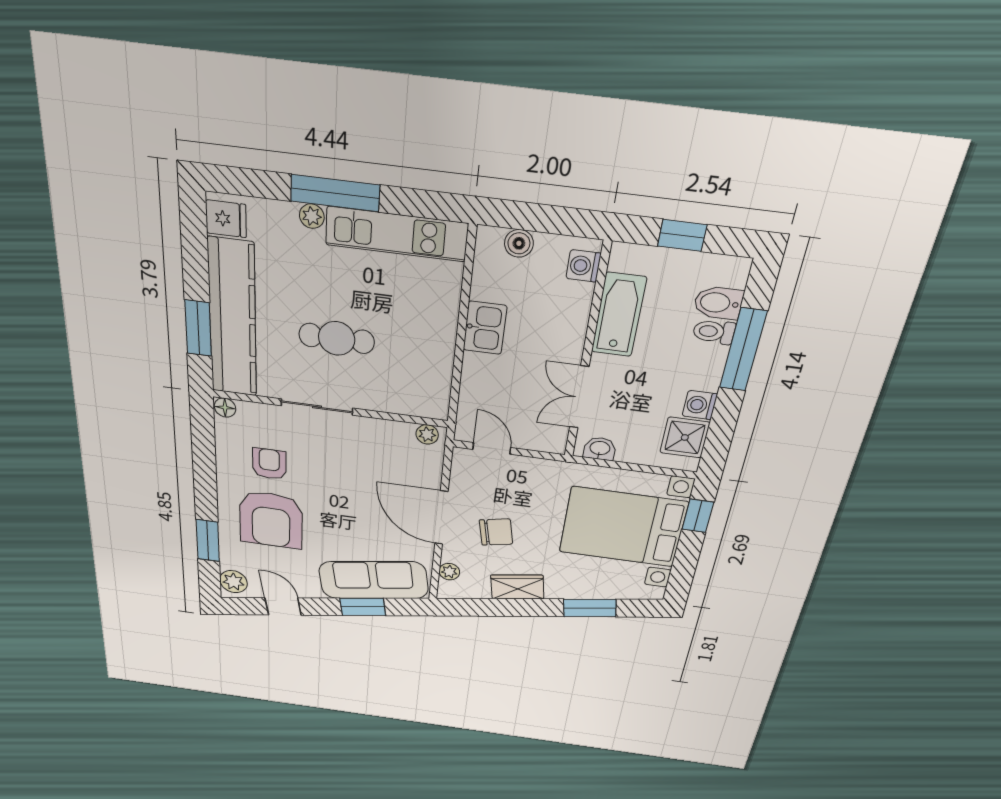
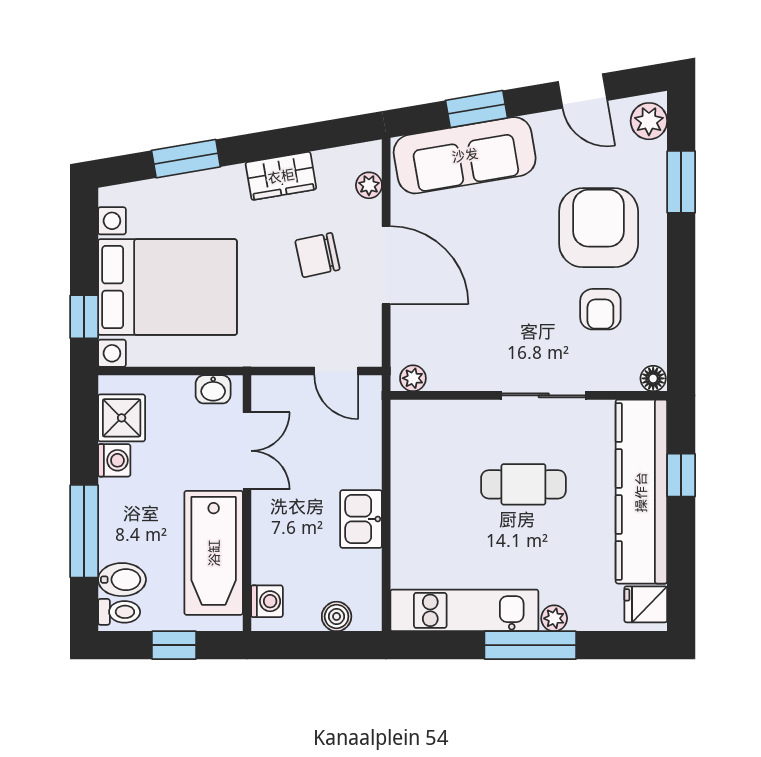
bathtub: (619, 315) -> (214, 553), width x1.36, depth x1.36
window: (198, 328) -> (681, 475), width x0.67
toilet: (714, 332) -> (119, 612), moved

